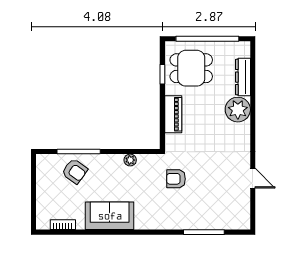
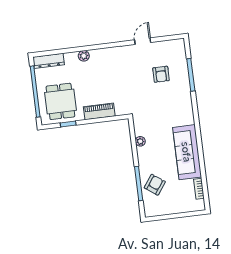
dresser: (243, 77) -> (49, 61), moved
plant: (238, 110) -> (84, 56), width x0.53, depth x0.53
armchair: (176, 179) -> (161, 74), moved
sofa: (110, 216) -> (187, 152), width x1.36

